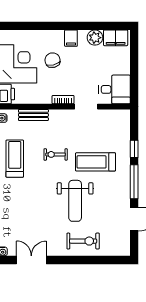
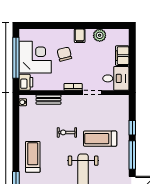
filing cabinet: (116, 38) -> (122, 56), moved, turned 90
treadmill: (15, 159) -> (33, 157), moved

